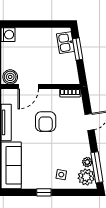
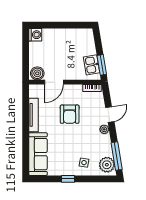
kitchen sink: (65, 43) -> (92, 65), moved
window: (78, 49) -> (102, 65), moved
plant: (87, 162) -> (104, 129), moved

